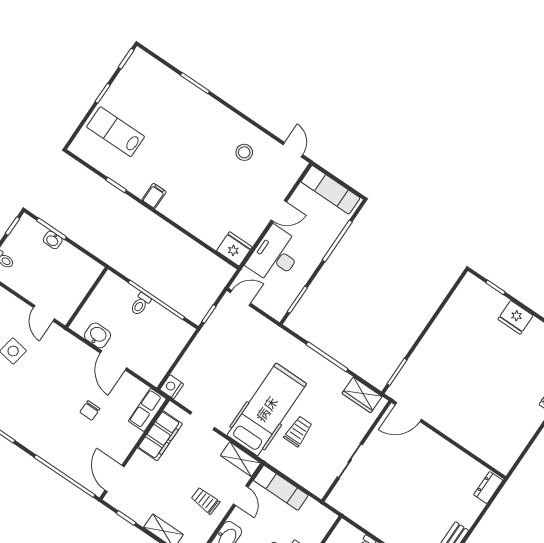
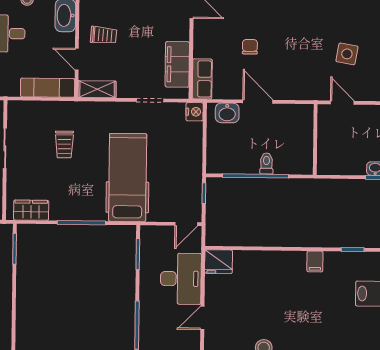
washbasin: (97, 335) -> (227, 113), moved
hospital bed: (267, 409) -> (128, 177), moved, turned 180

